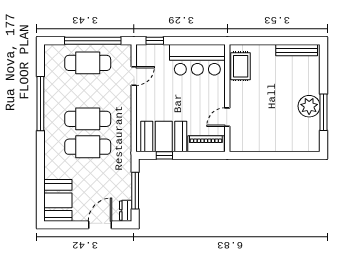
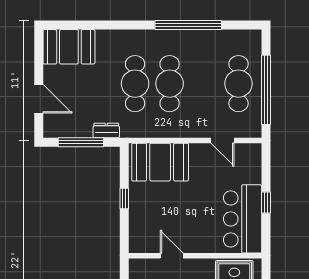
window: (155, 41) -> (266, 202), moved
booth: (164, 136) -> (160, 162), moved, turned 90
piano: (206, 144) -> (139, 230), removed
window: (164, 155) -> (124, 198), moved
dresser: (126, 211) -> (106, 130), moved

